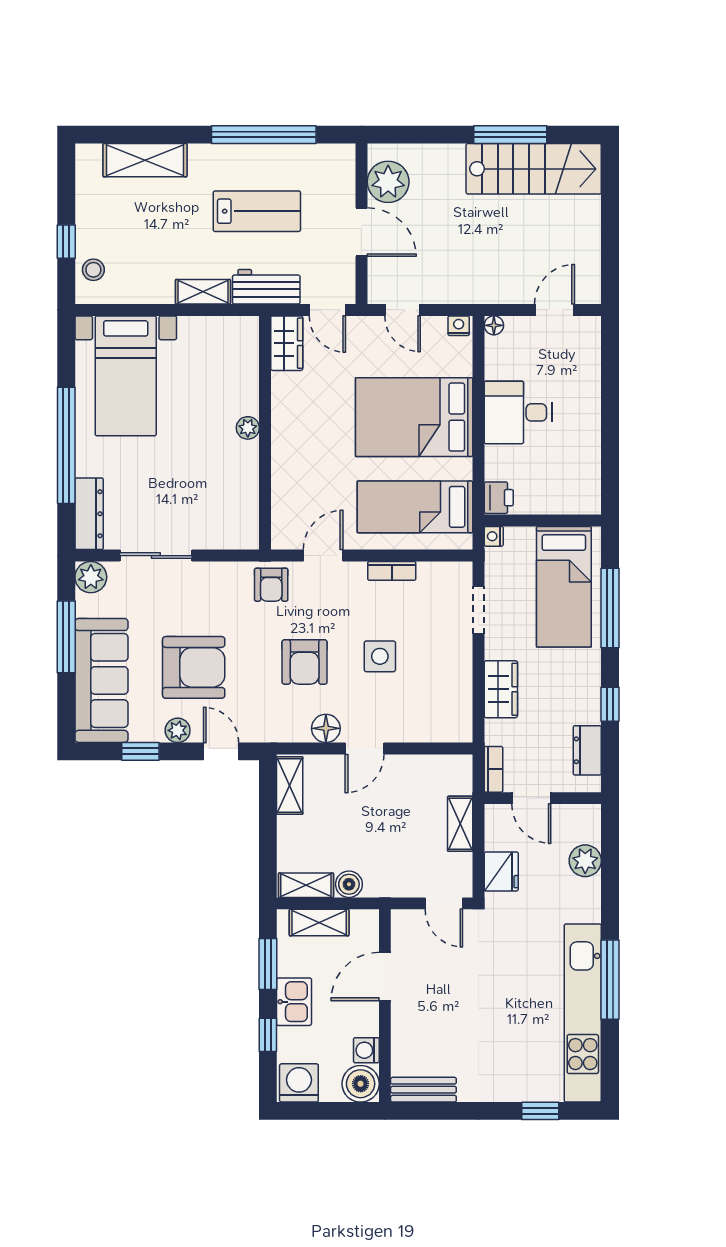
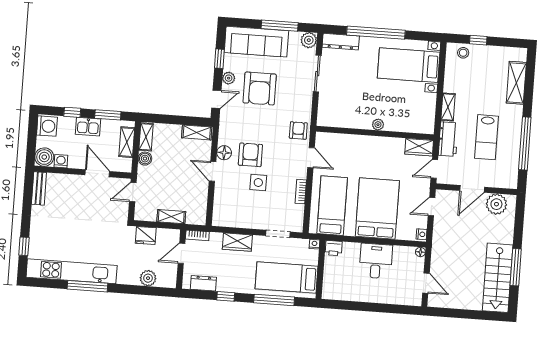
armchair: (271, 585) -> (298, 131), turned 90
armchair: (305, 662) -> (250, 155), moved, turned 90
door: (444, 903) -> (133, 192), moved

